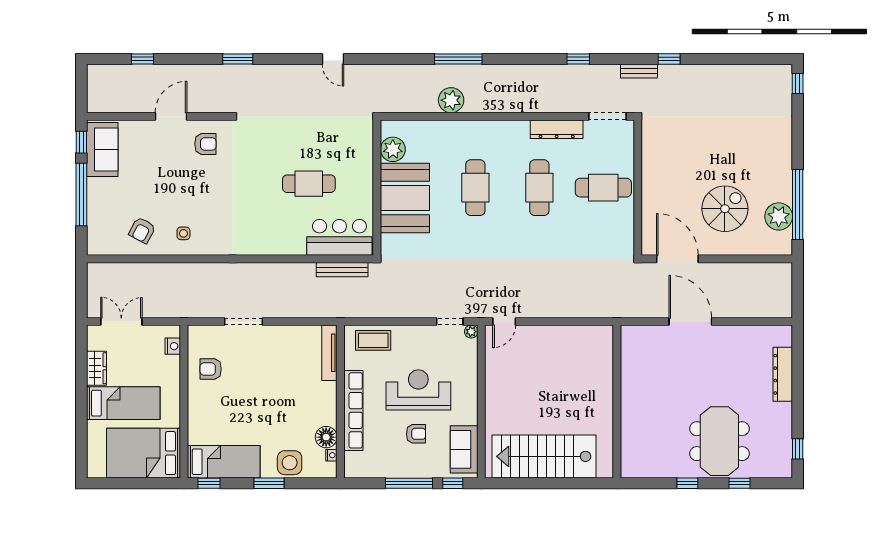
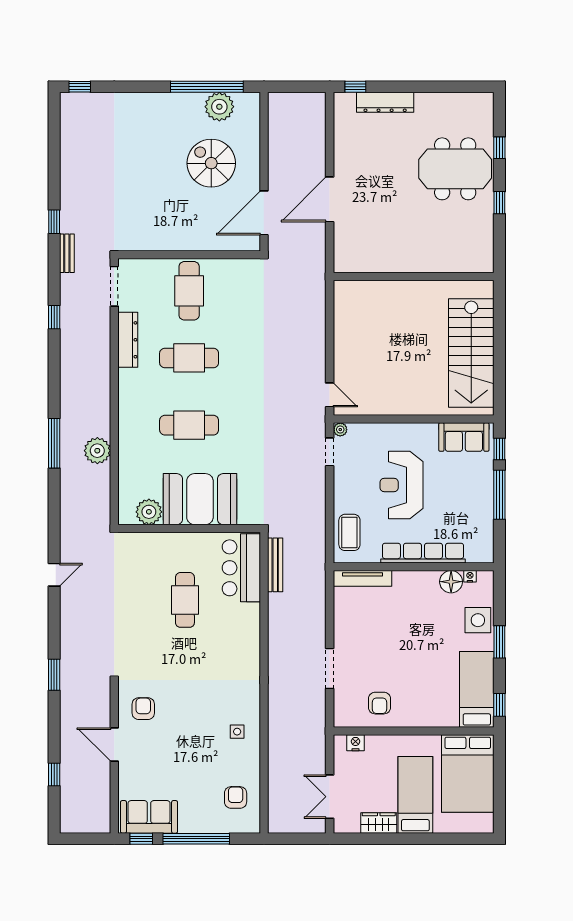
armchair: (142, 230) -> (236, 797), moved, turned -118
armchair: (416, 434) -> (448, 487), removed
window: (798, 449) -> (355, 87), moved

